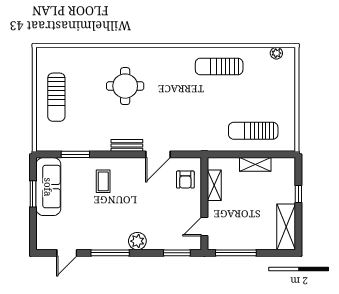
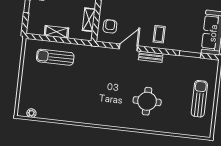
sun lounger: (219, 67) -> (75, 108), removed
sun lounger: (253, 131) -> (55, 57), turned 180
coffee table: (103, 181) -> (159, 34), moved

